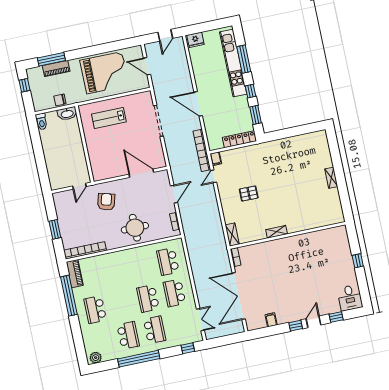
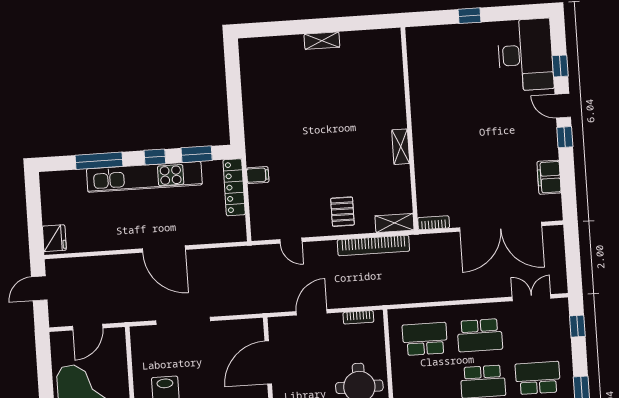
door: (165, 35) -> (39, 288), swing flipped
kitchen unit: (233, 63) -> (144, 177), moved
door: (198, 104) -> (164, 249), hinge flipped
bookcase: (202, 150) -> (373, 245), moved
filing cabinet: (216, 159) -> (258, 175), moved
door: (174, 194) -> (312, 312), hinge flipped
pallet: (249, 194) -> (342, 212), moved
school desk: (168, 262) -> (425, 339), turned 180
desk: (350, 298) -> (525, 55), width x1.87, depth x1.30
filing cabinet: (271, 320) -> (549, 177), width x2.00

